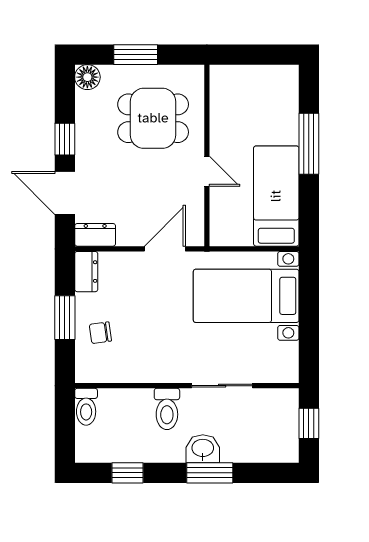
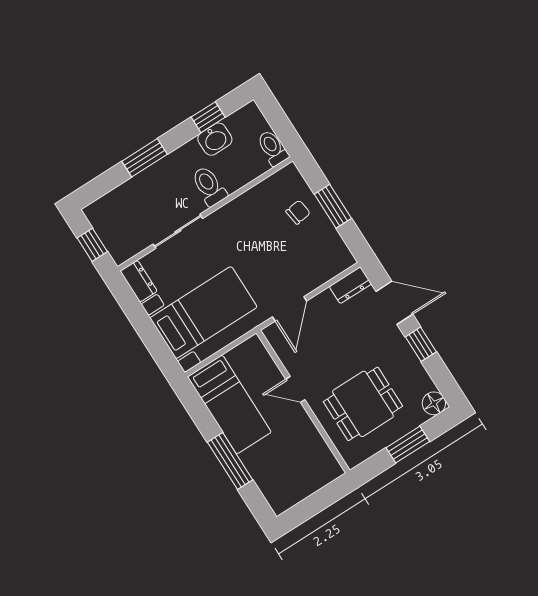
dresser: (86, 272) -> (139, 281), moved, turned 180
washbasin: (203, 449) -> (215, 139), moved

